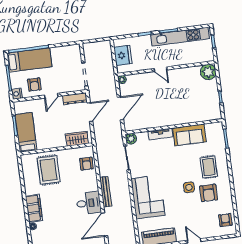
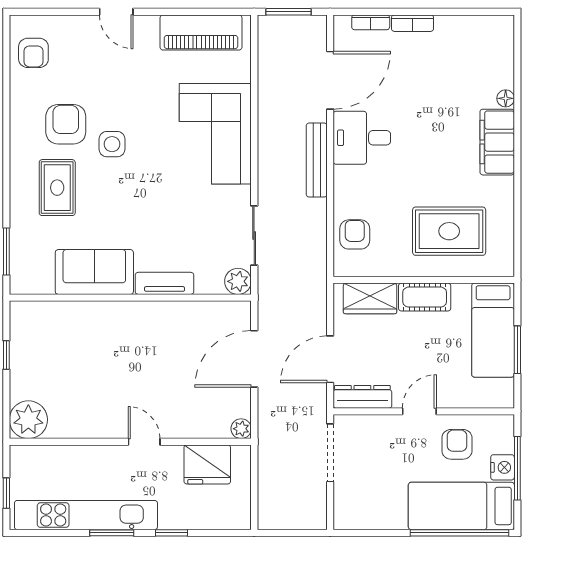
fridge: (123, 55) -> (207, 464), moved, turned -90
nightstand: (17, 94) -> (503, 467), moved
cot: (55, 142) -> (425, 297), added
rug: (49, 170) -> (449, 231), turned 90

